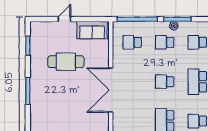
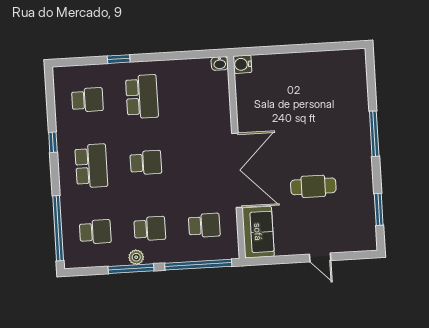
door: (64, 19) -> (320, 257), hinge flipped
sofa: (92, 30) -> (258, 232), moved, turned 90
cafe table: (66, 62) -> (313, 186), width x0.73, depth x0.74
double door: (111, 90) -> (237, 170), moved

